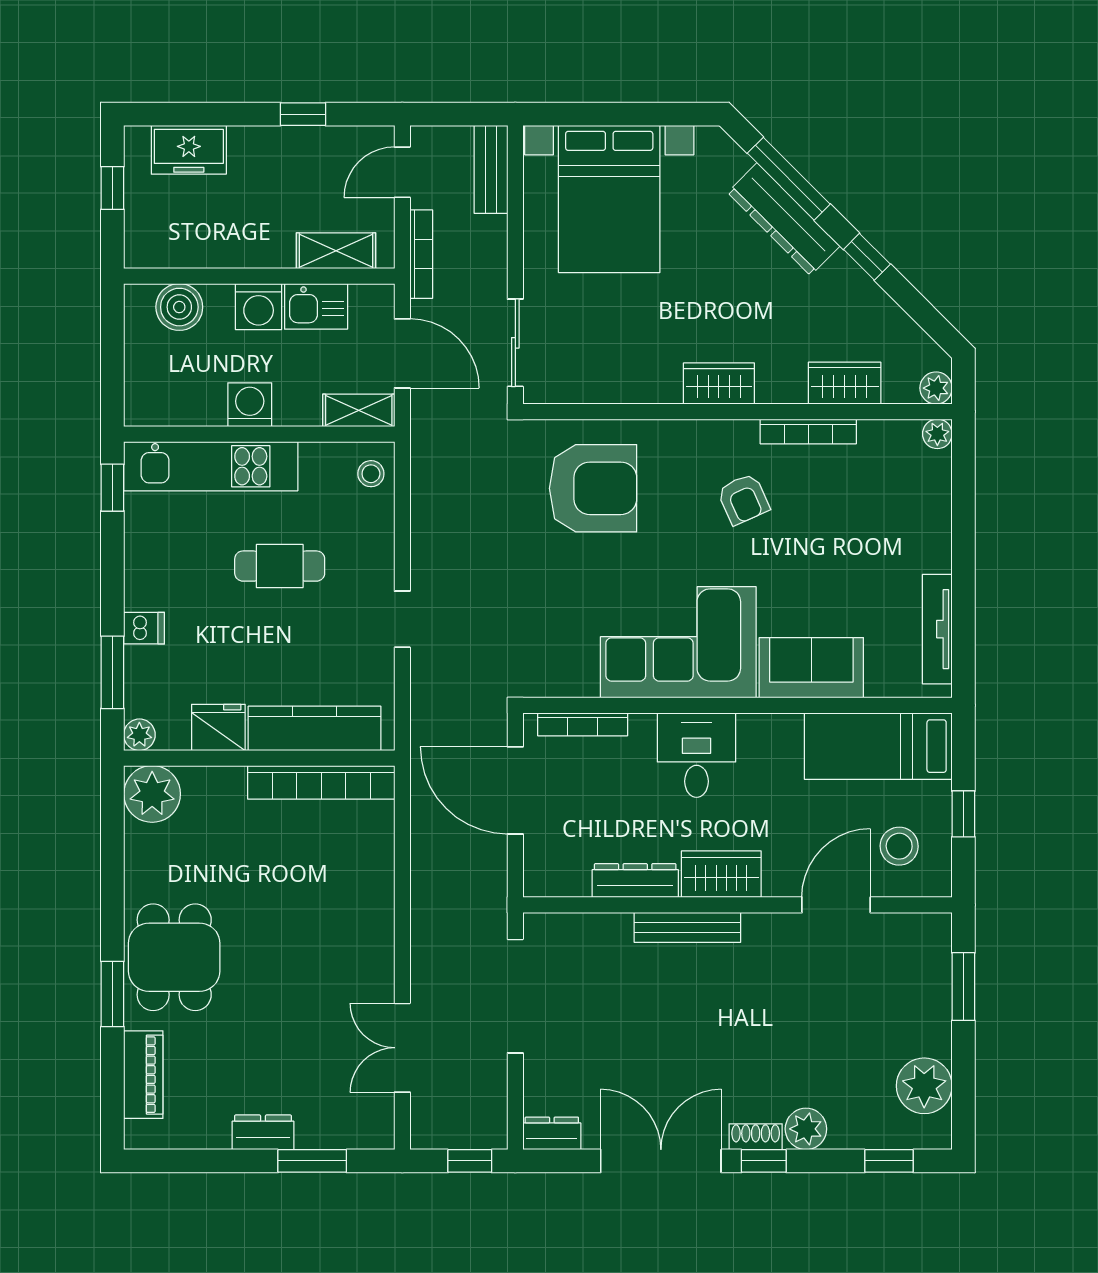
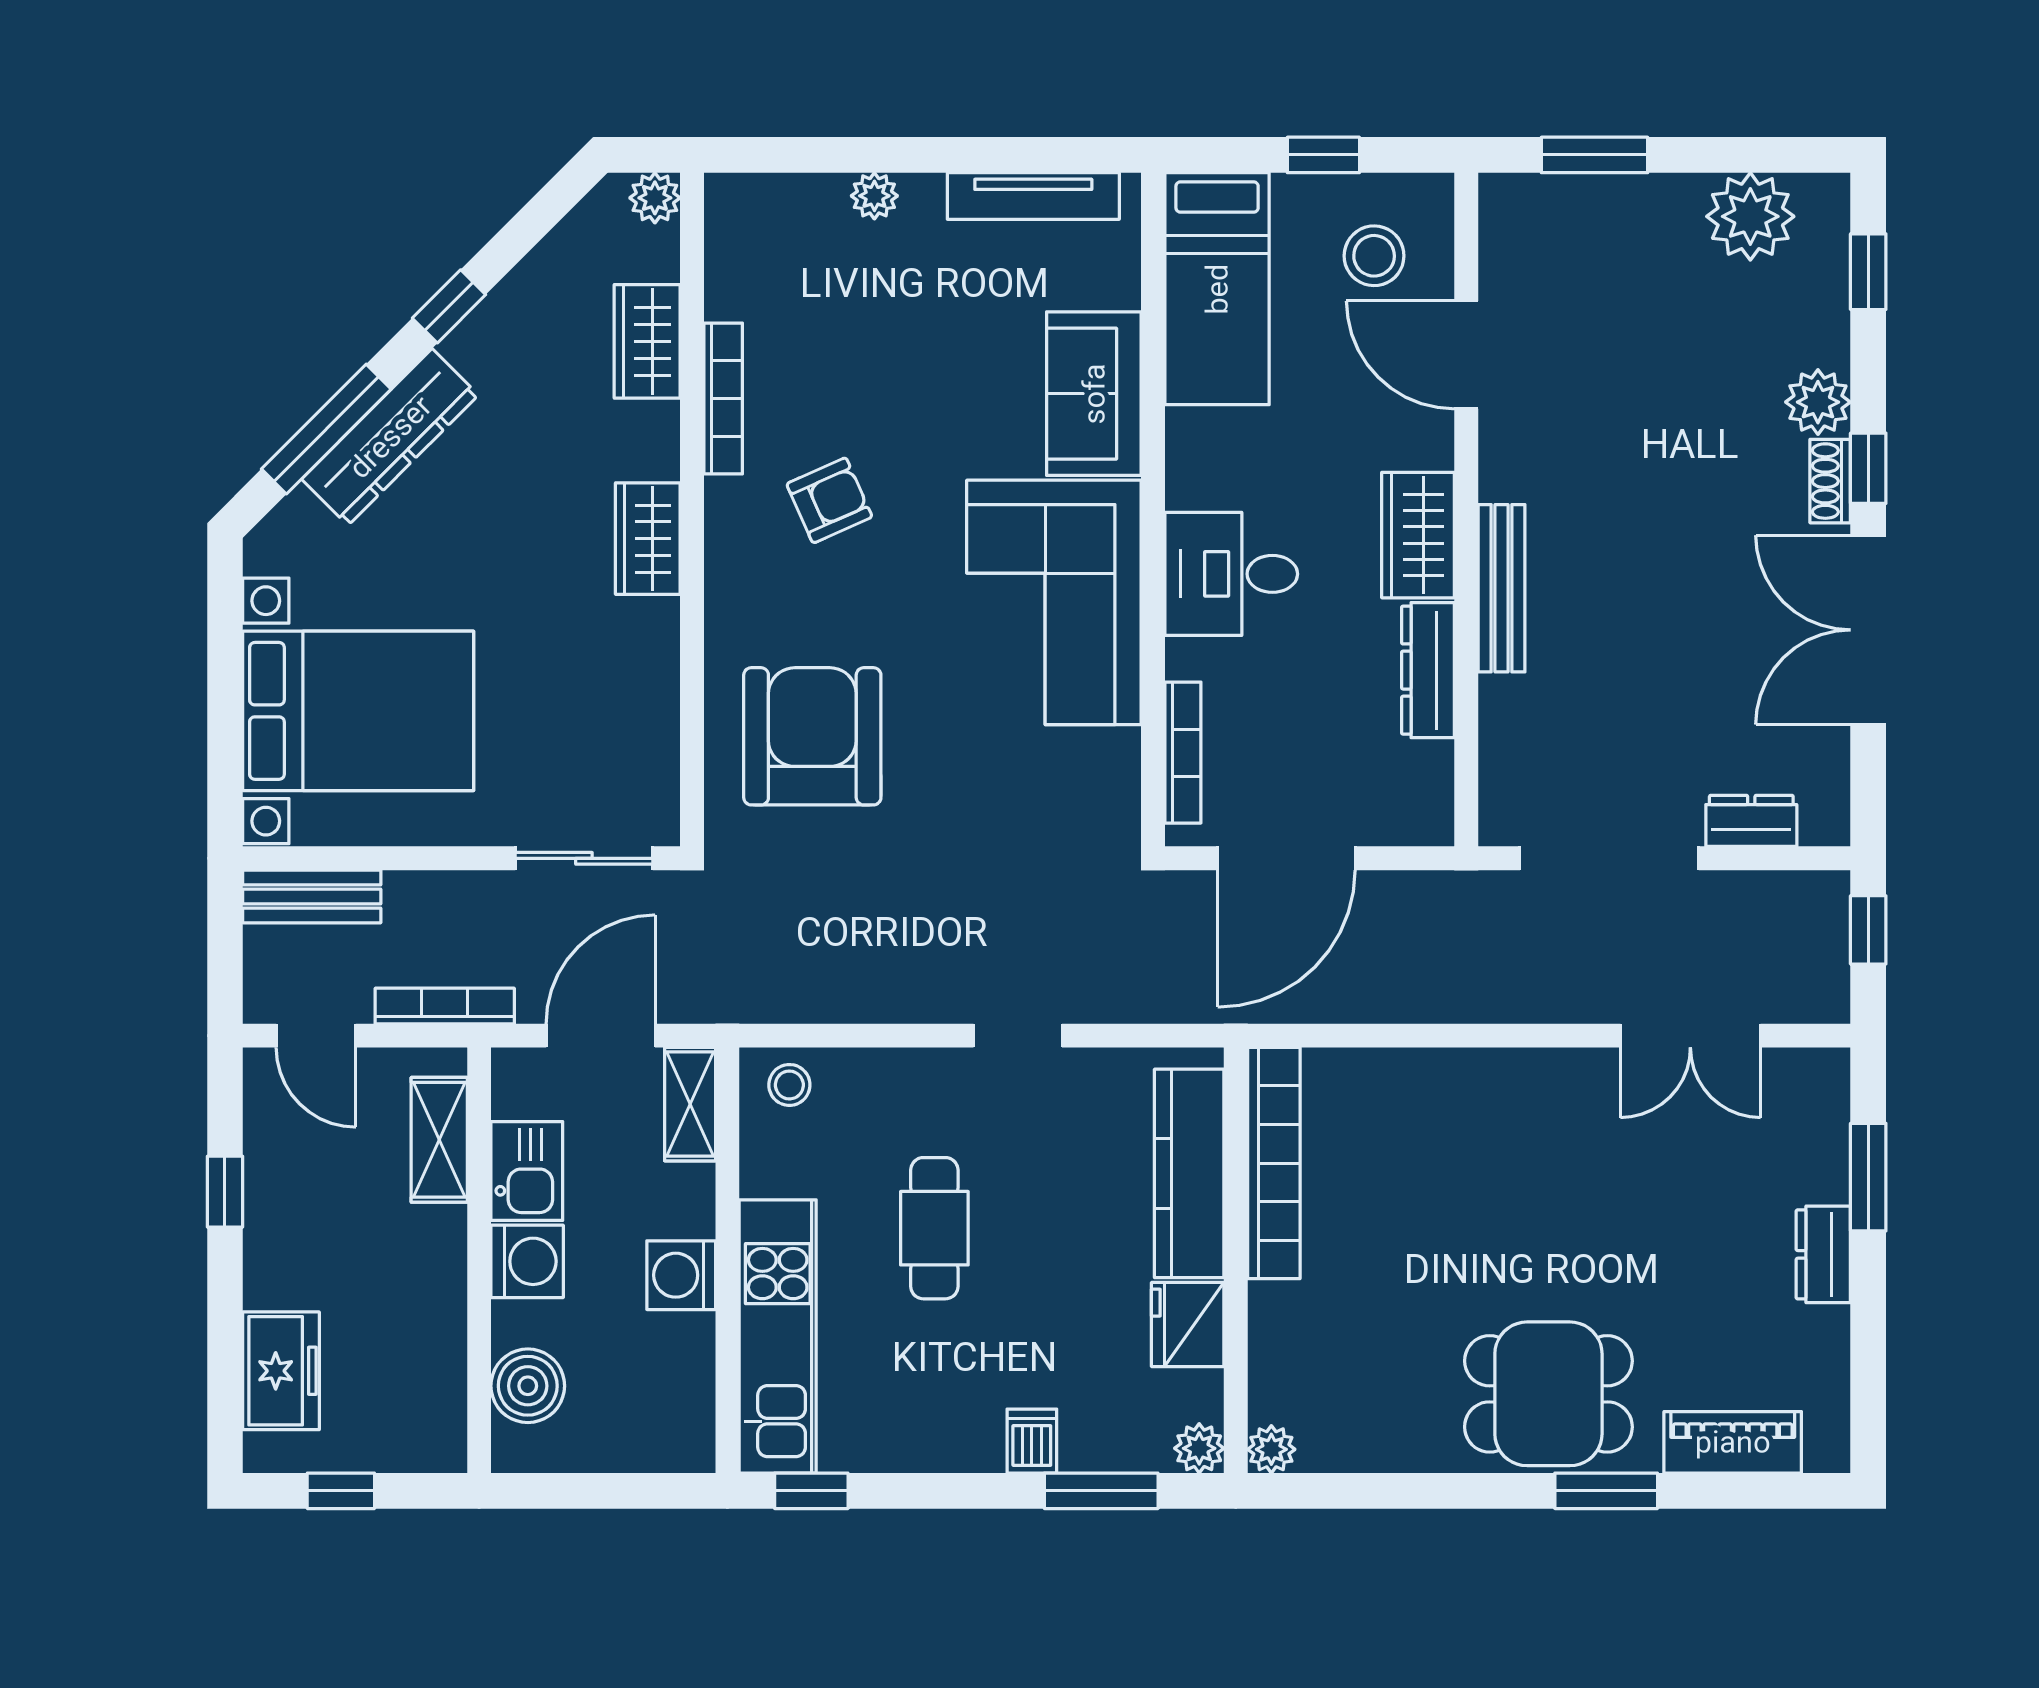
plant: (937, 434) -> (874, 196), moved
plant: (152, 794) -> (1271, 1449), width x0.53, depth x0.53
dresser: (552, 1133) -> (1751, 821), moved, turned 90

